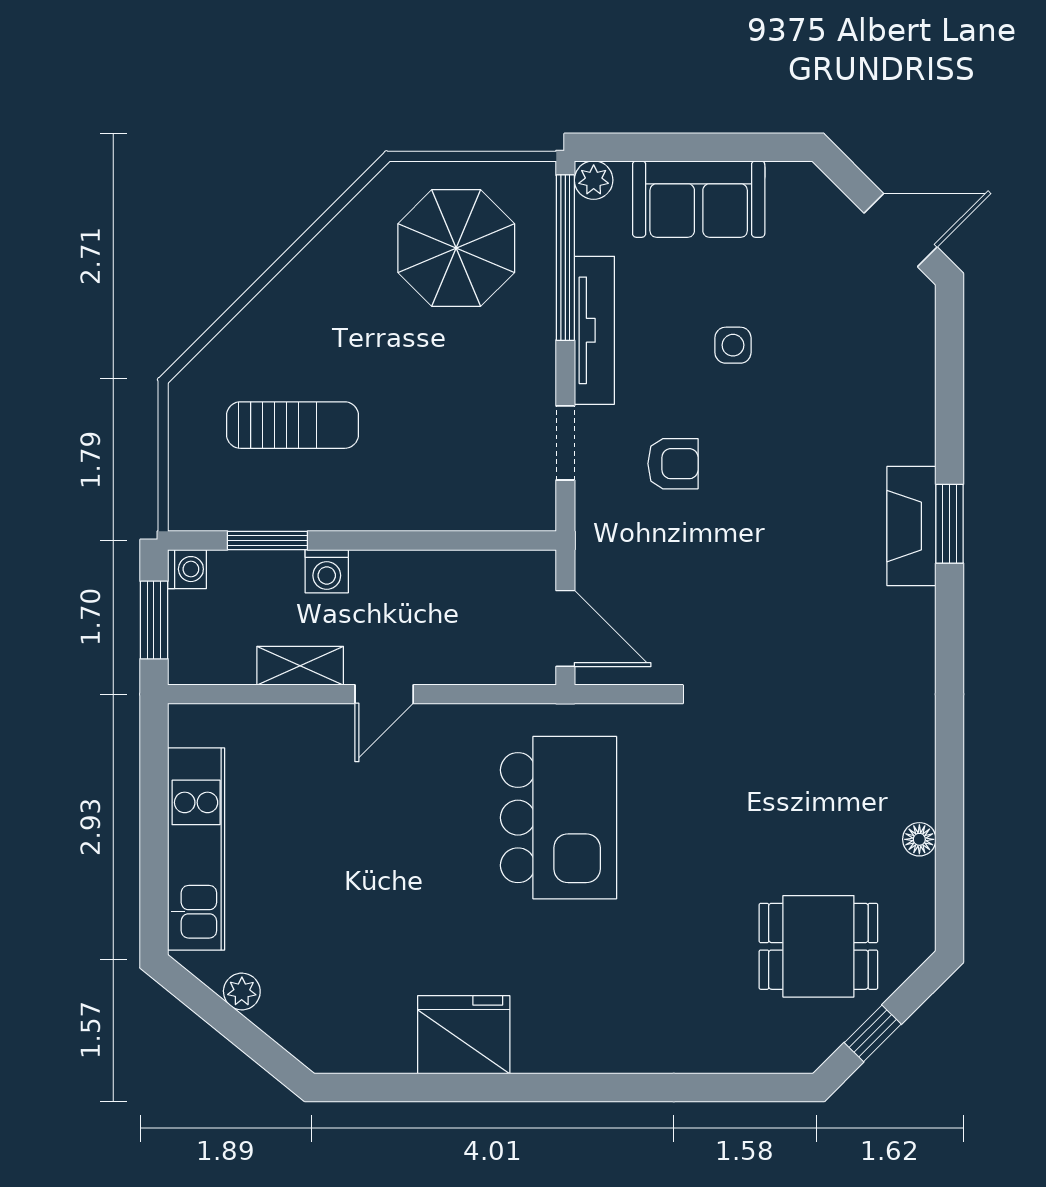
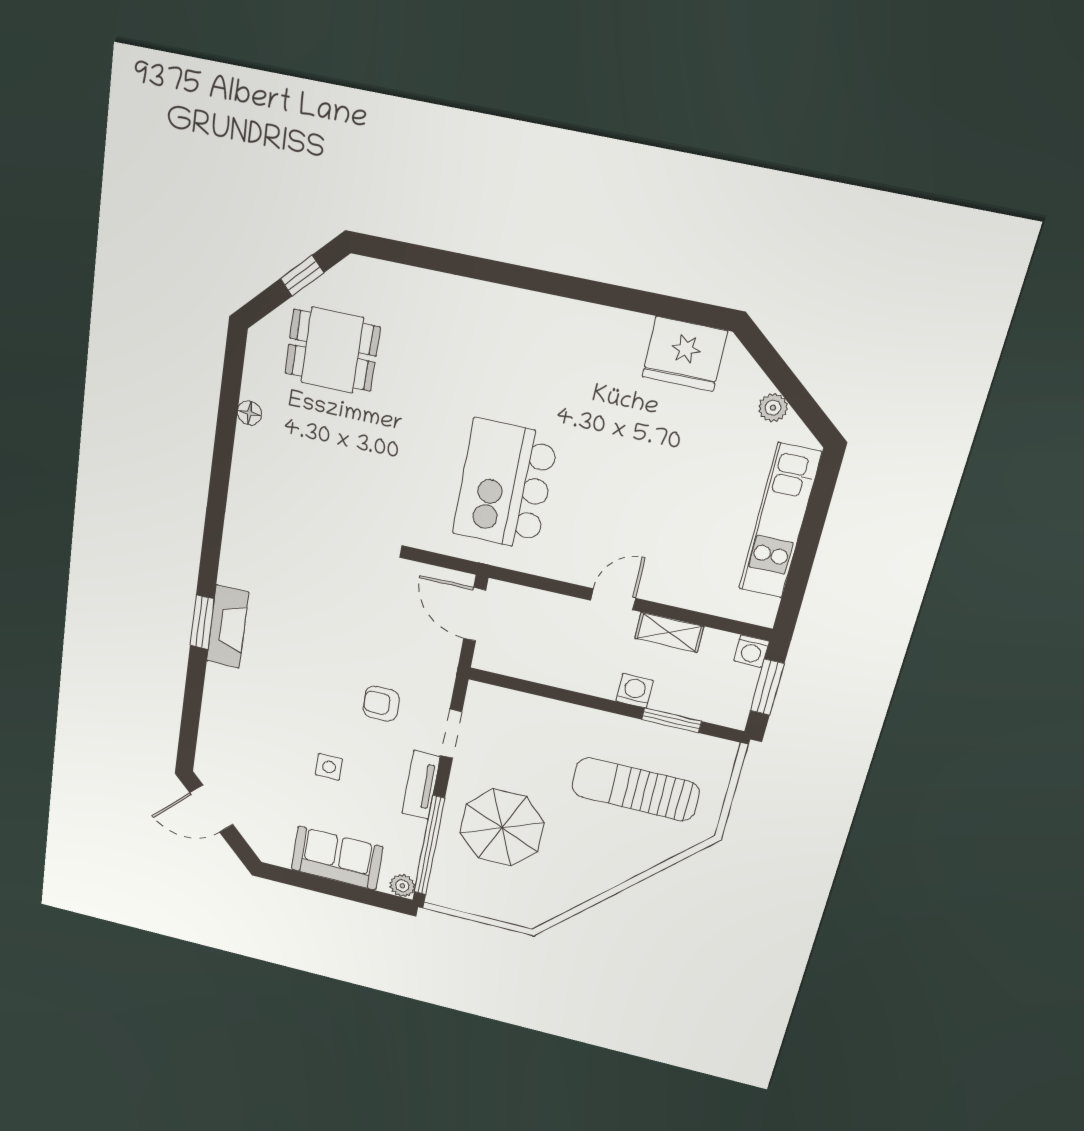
parasol: (456, 248) -> (502, 828), moved
tv unit: (594, 330) -> (421, 785), width x0.71
sun lounger: (293, 425) -> (635, 789), width x1.36, depth x1.34
washing machine: (187, 569) -> (751, 651), moved, turned -90
fridge: (464, 1035) -> (685, 354), moved

